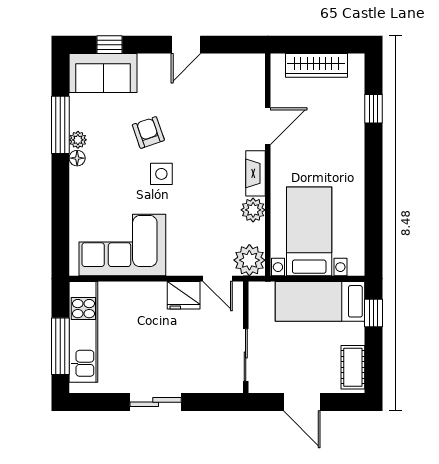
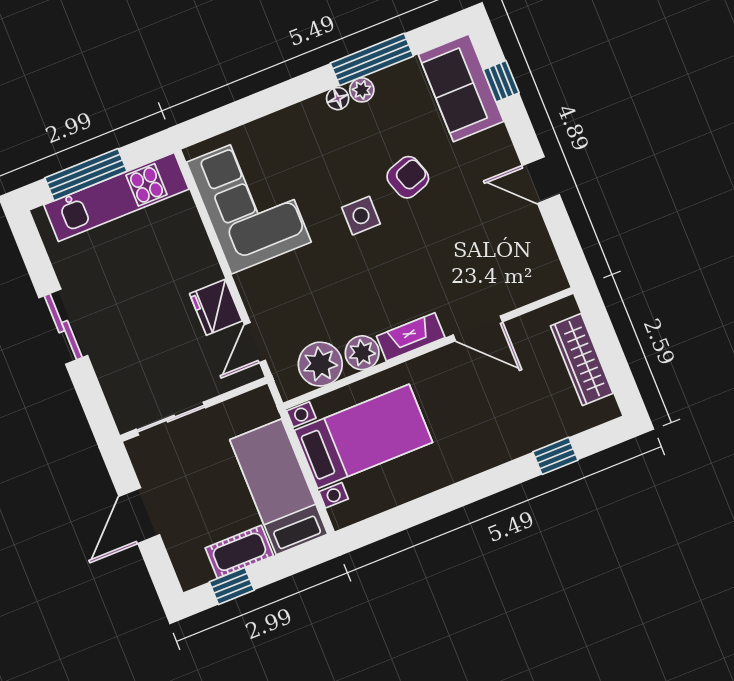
plant: (249, 260) -> (320, 364), moved
window: (374, 313) -> (232, 586), moved
cot: (353, 367) -> (239, 552), moved

